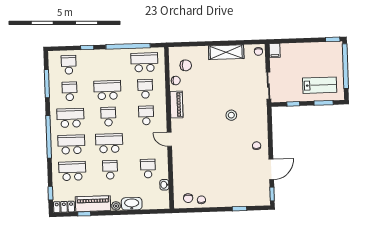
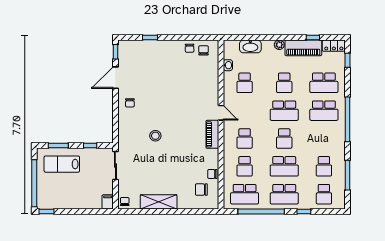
piano: (176, 105) -> (212, 134), moved
school desk: (70, 118) -> (284, 194), moved
washbasin: (132, 204) -> (250, 46), moved

